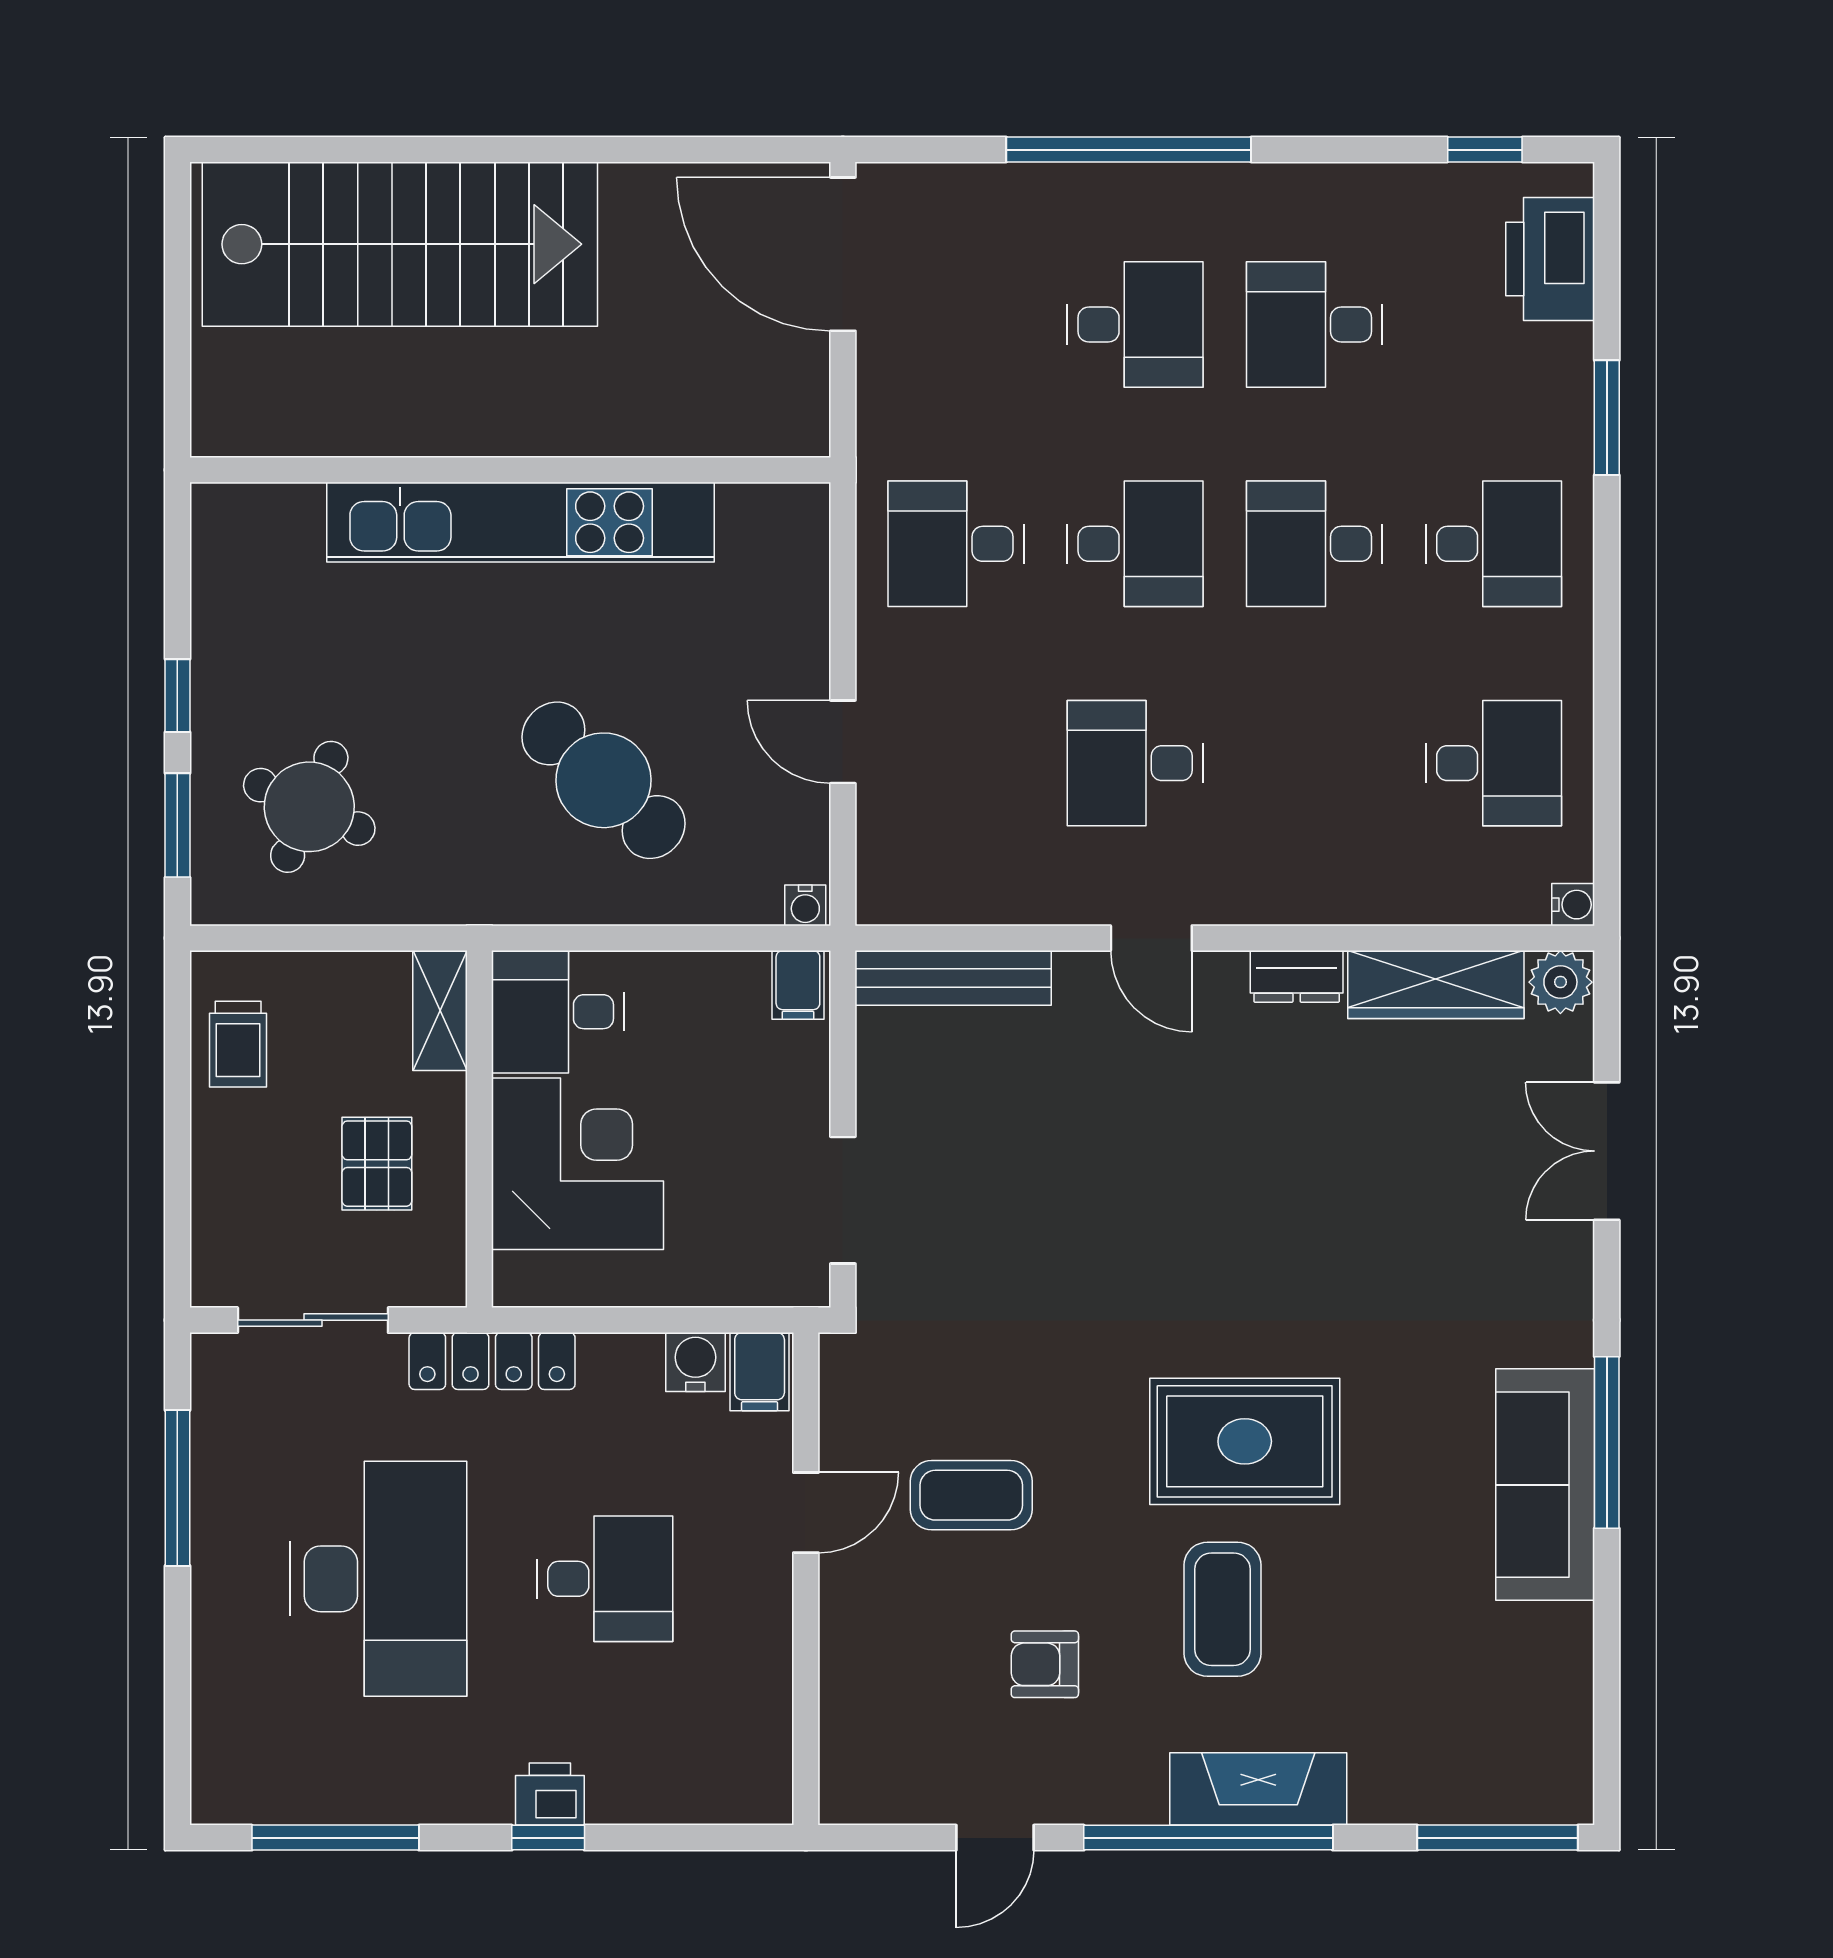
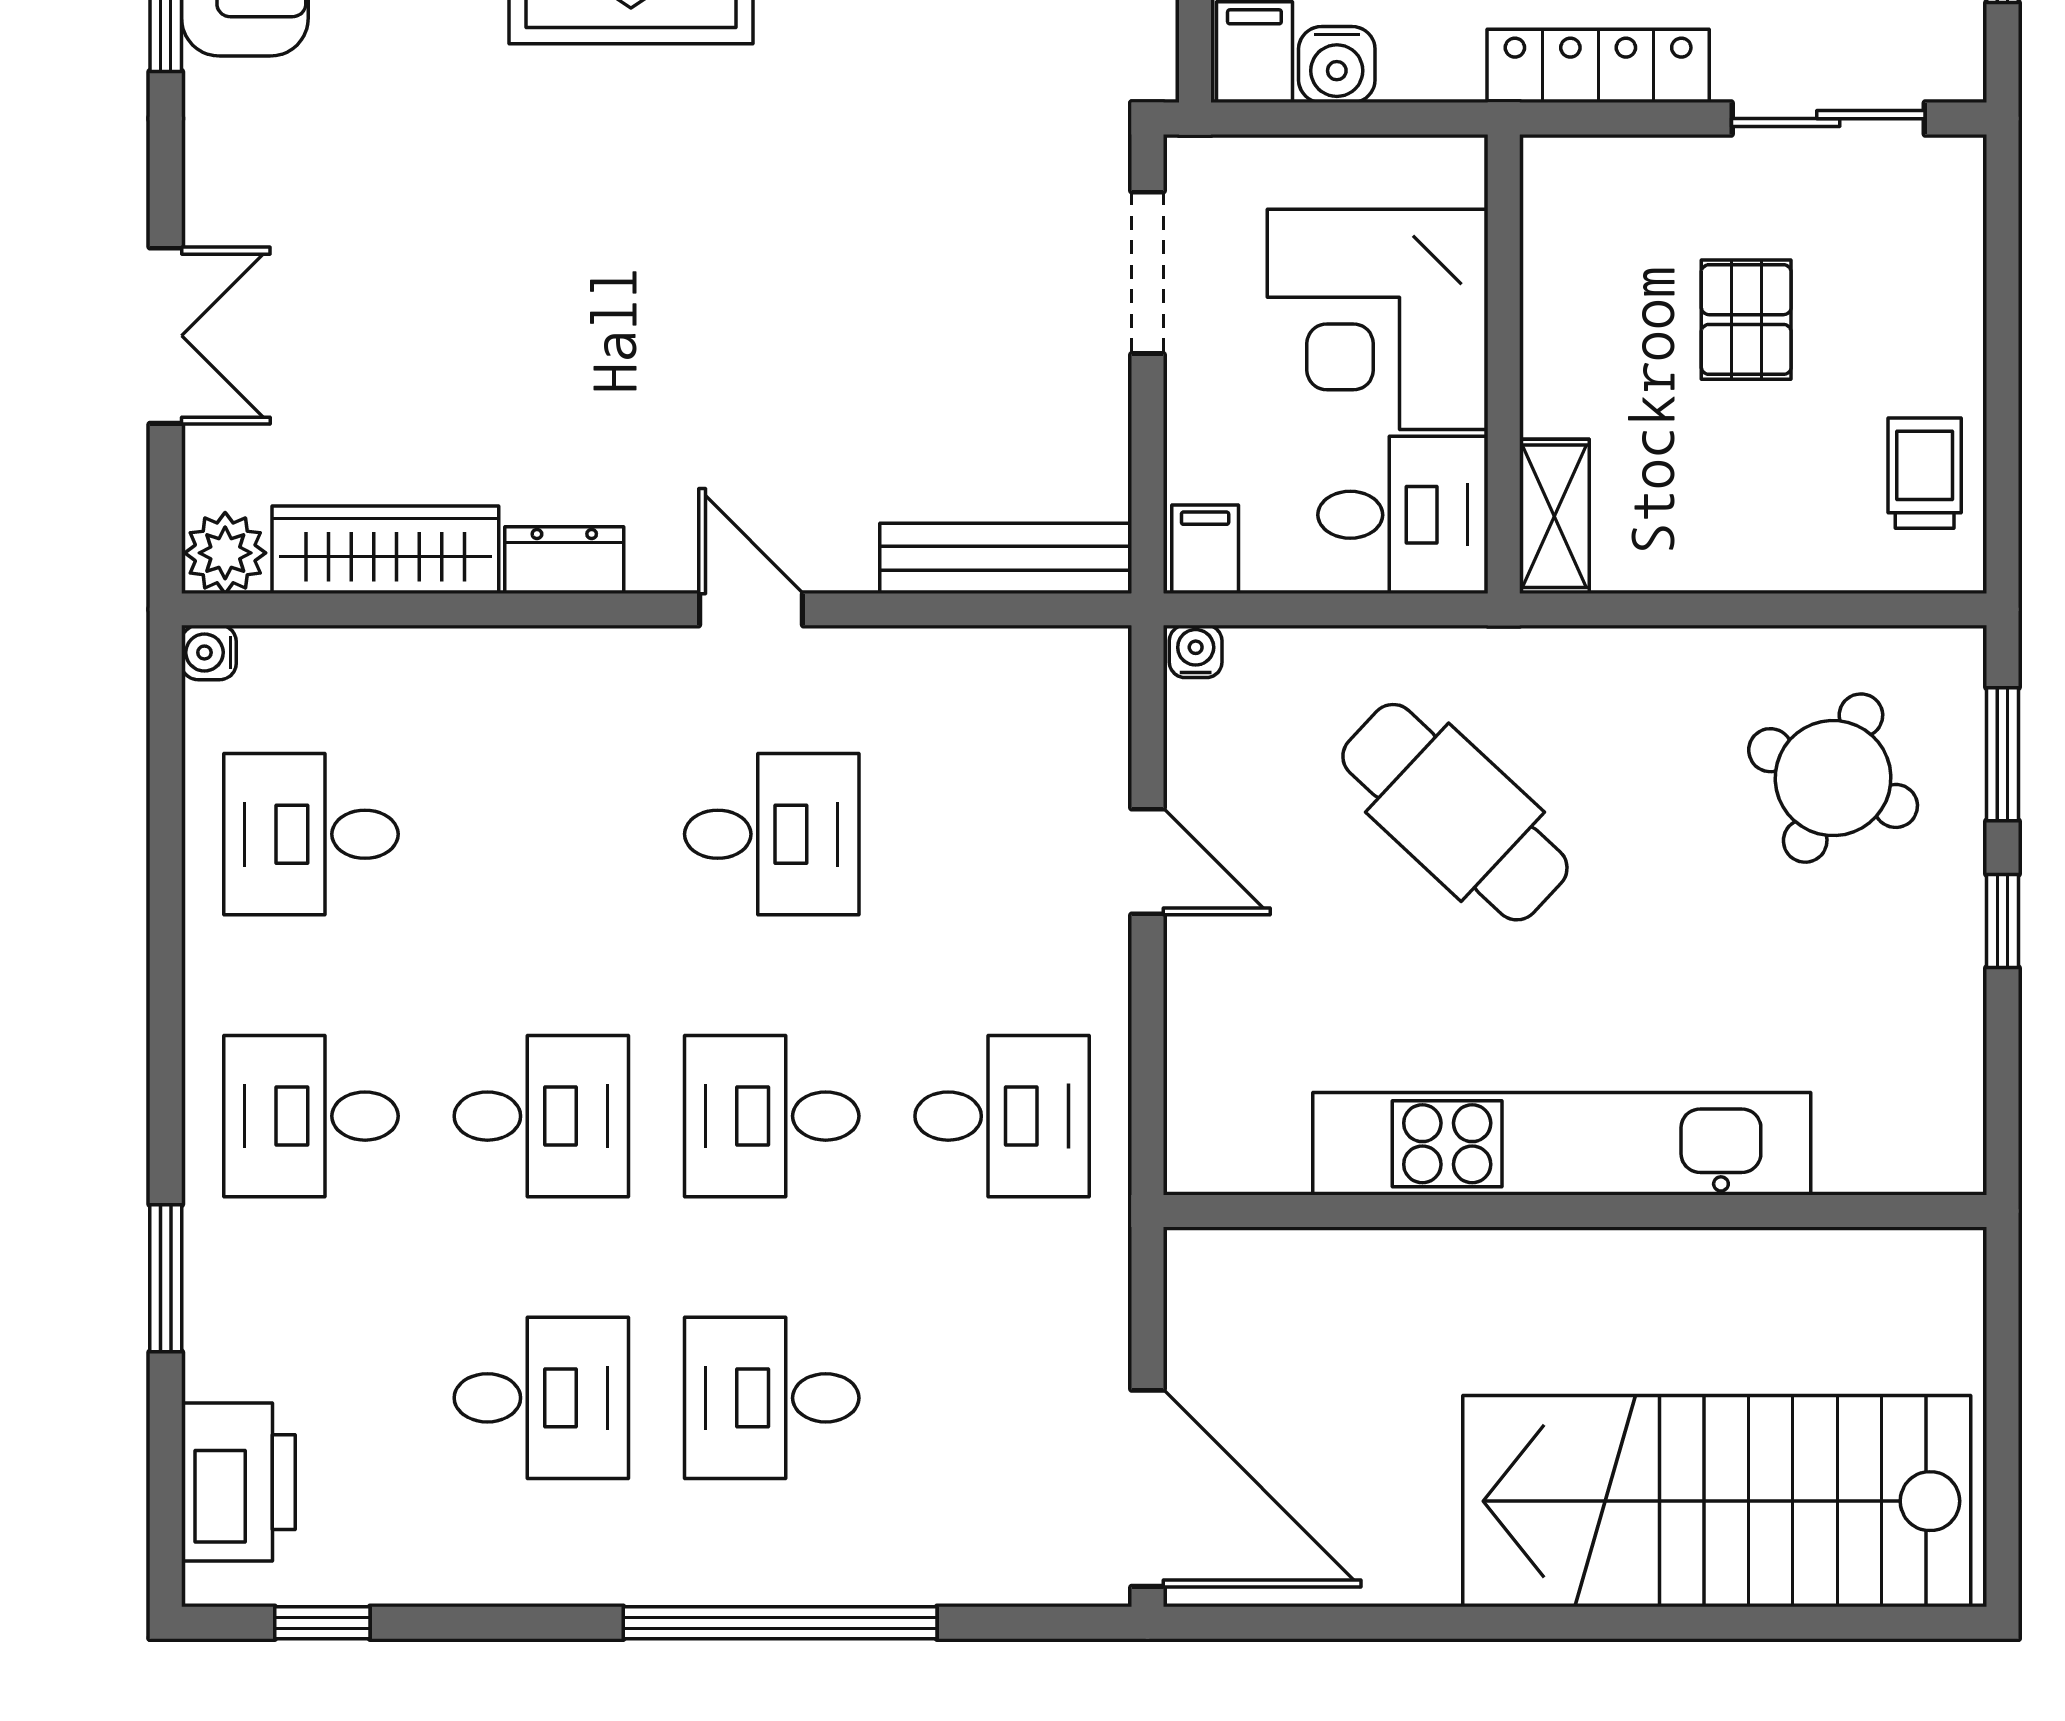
shelving: (440, 1011) -> (1554, 516), moved
desk: (558, 1012) -> (1403, 515), moved
wall: (479, 1129) -> (1504, 364), moved
corner desk: (577, 1164) -> (1378, 319), moved

